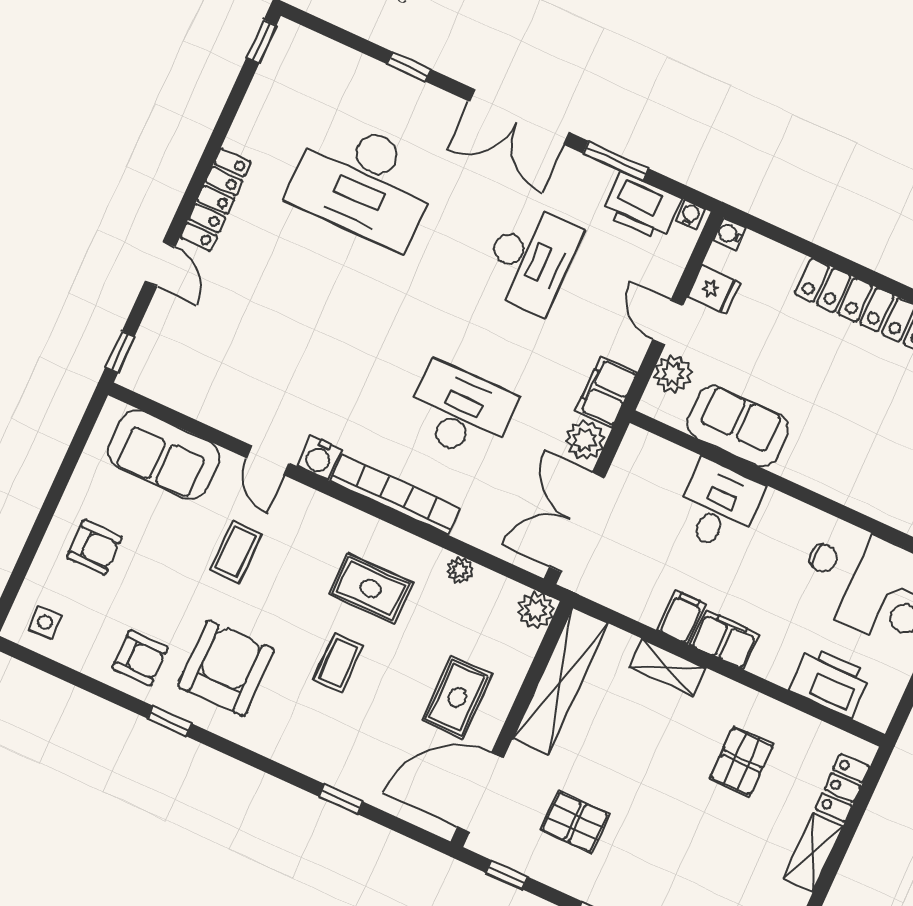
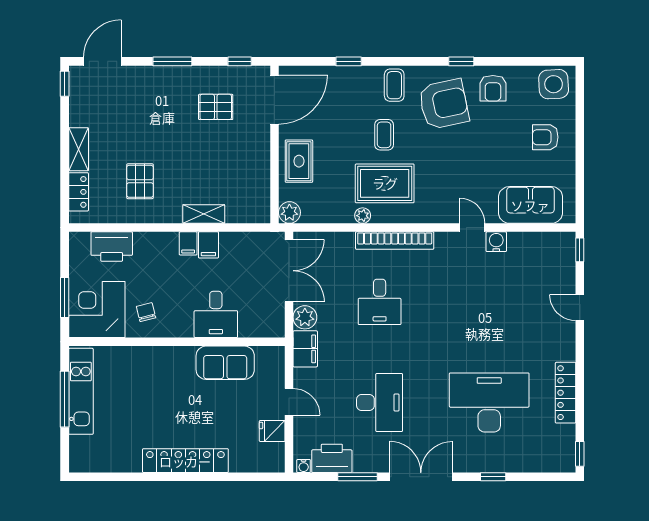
locker: (216, 200) -> (566, 393), moved
water cooler: (729, 234) -> (277, 465), removed
desk: (530, 259) -> (380, 403), turned 180
plant: (673, 374) -> (274, 375), removed
desk: (461, 412) -> (380, 302), width x0.73
water cooler: (319, 458) -> (496, 242), moved
coffee table: (236, 552) -> (394, 85), moved
chair: (823, 558) -> (146, 312), turned 76
plant: (460, 570) -> (363, 216), moved
rug: (371, 588) -> (385, 183), width x1.36, depth x1.43
side table: (45, 622) -> (554, 84), width x1.87, depth x1.87
filing cabinet: (725, 640) -> (188, 243), width x0.50
armchair: (140, 658) -> (493, 88), turned -90
armchair: (226, 668) -> (444, 104), turned -102
shelving: (561, 681) -> (258, 180), removed
rug: (457, 697) -> (299, 161), moved

